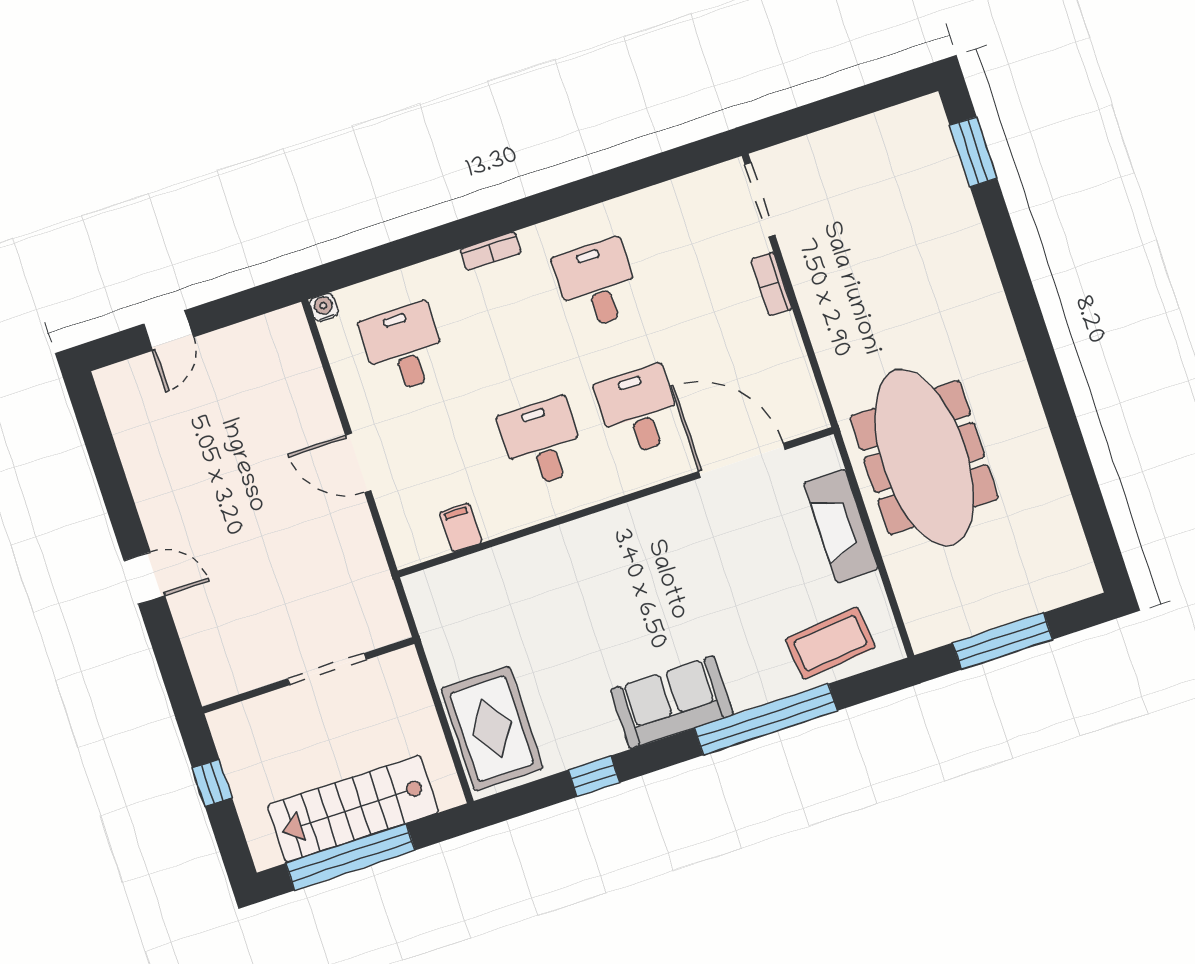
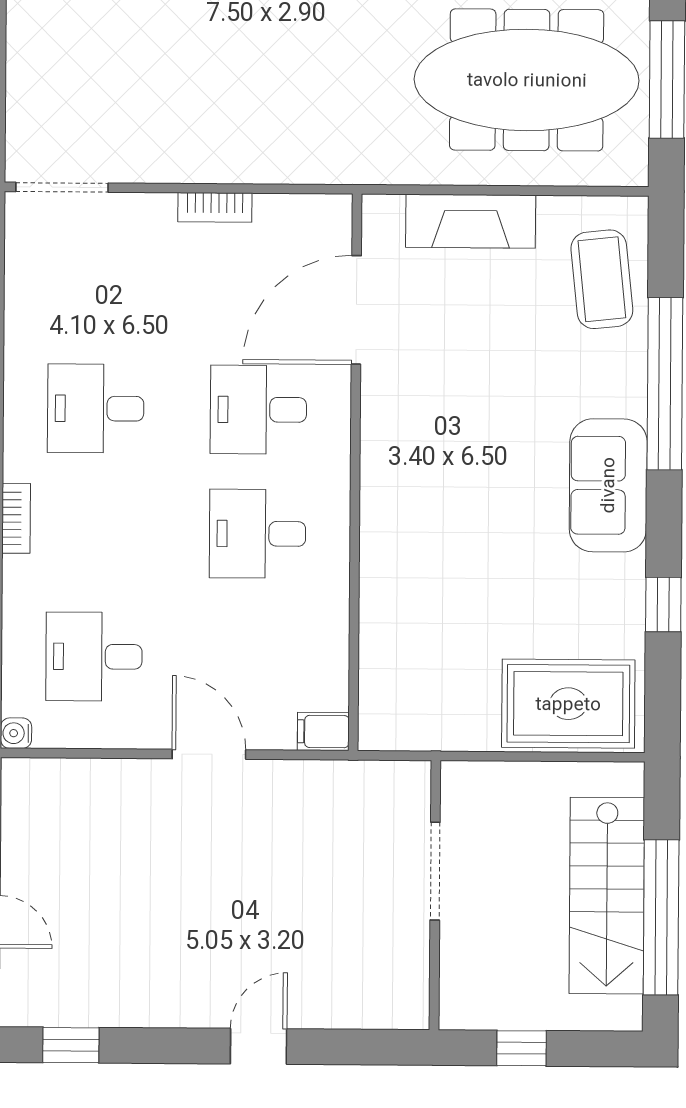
bookcase: (771, 284) -> (215, 207), moved
window: (96, 432) -> (71, 1045), added
meeting table: (924, 457) -> (527, 80), moved
door: (358, 463) -> (209, 754), swing flipped
filing cabinet: (461, 528) -> (323, 731), moved

